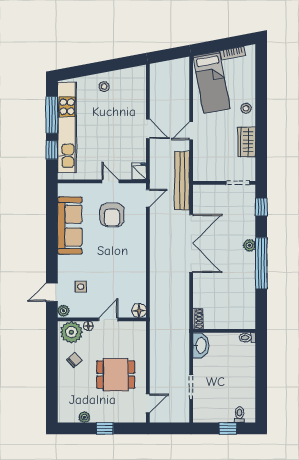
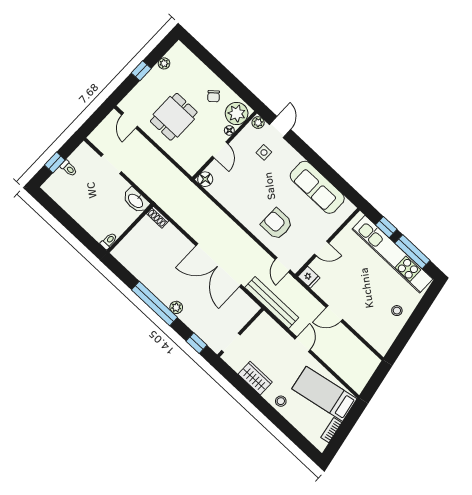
armchair: (112, 215) -> (277, 224), moved
toilet: (239, 415) -> (69, 168), moved

